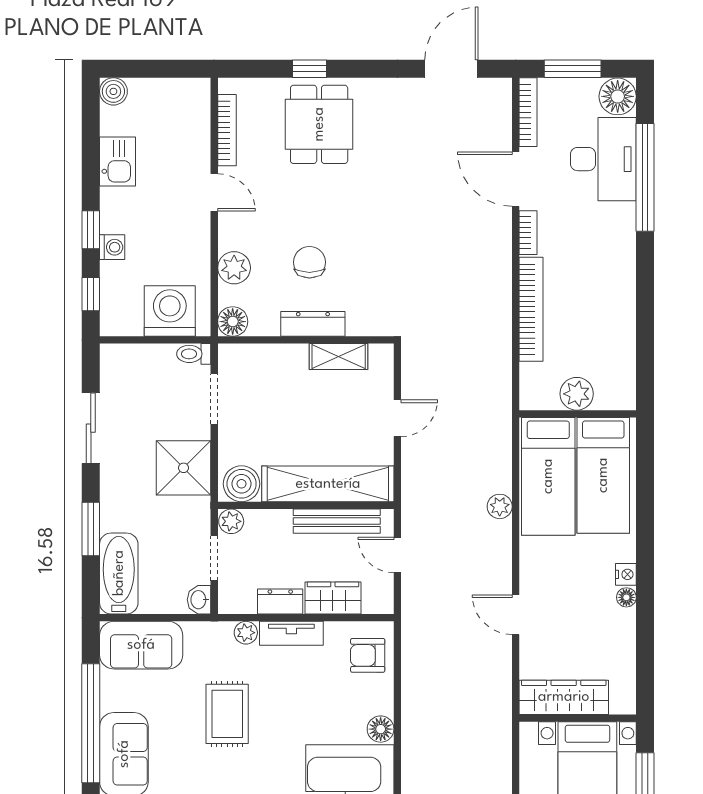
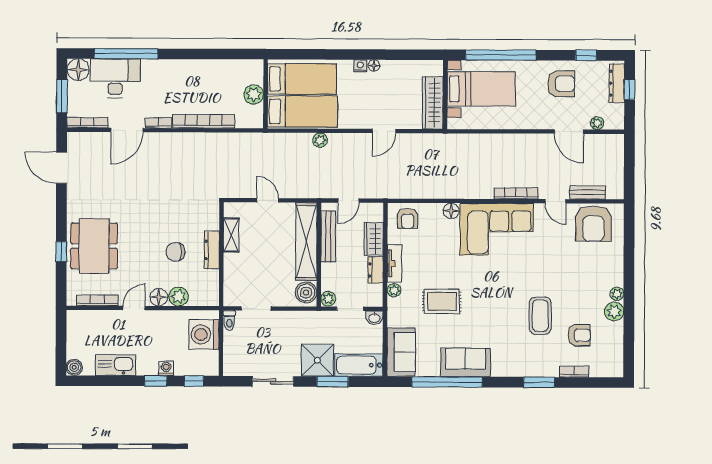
dining table: (319, 124) -> (94, 246), width x1.38
kitchen sink: (117, 162) -> (116, 365), width x1.38
floor lamp: (233, 322) -> (159, 297), moved
shower: (184, 468) -> (317, 360), moved

